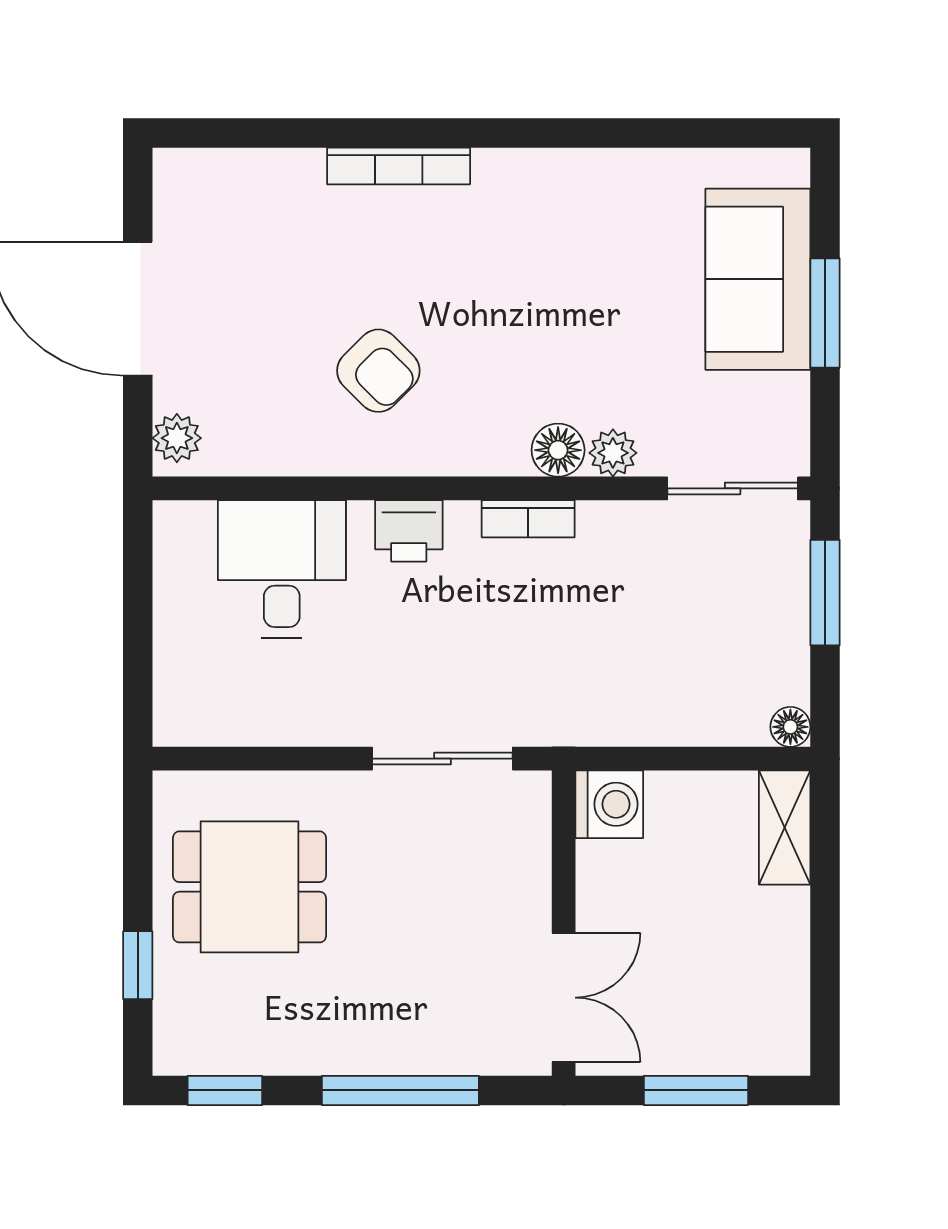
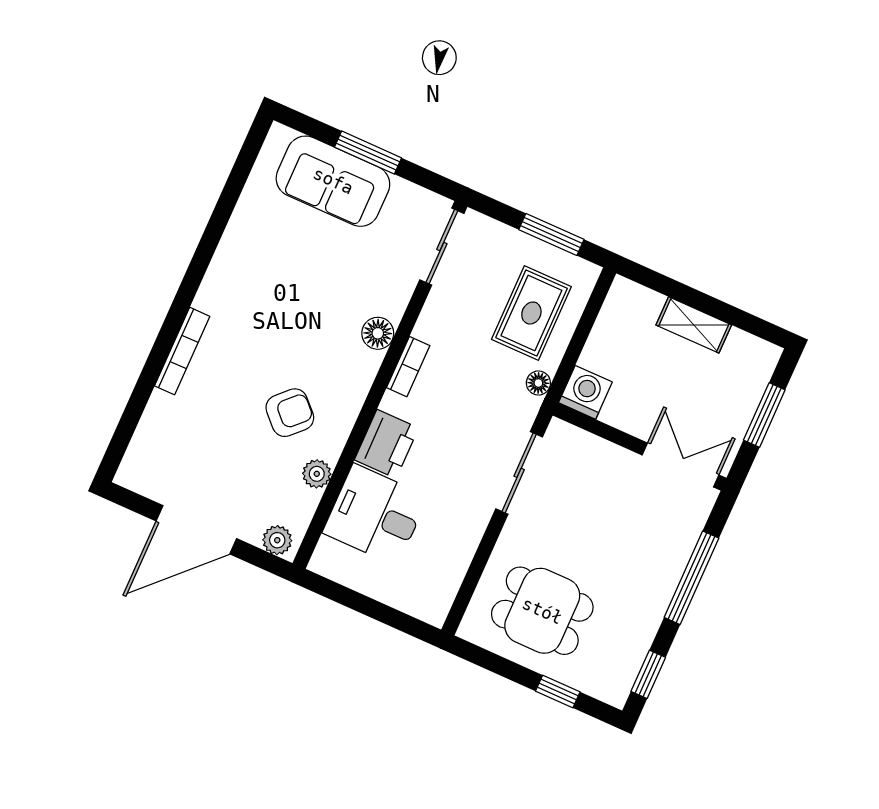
plant: (613, 453) -> (317, 474), moved
printer: (409, 531) -> (386, 444), width x1.36, depth x1.24
window: (825, 593) -> (551, 235), moved
rug: (693, 669) -> (531, 313), added
floor lamp: (790, 727) -> (538, 383), moved
shelving: (785, 827) -> (694, 325), moved
dining table: (250, 887) -> (542, 611), turned 90

